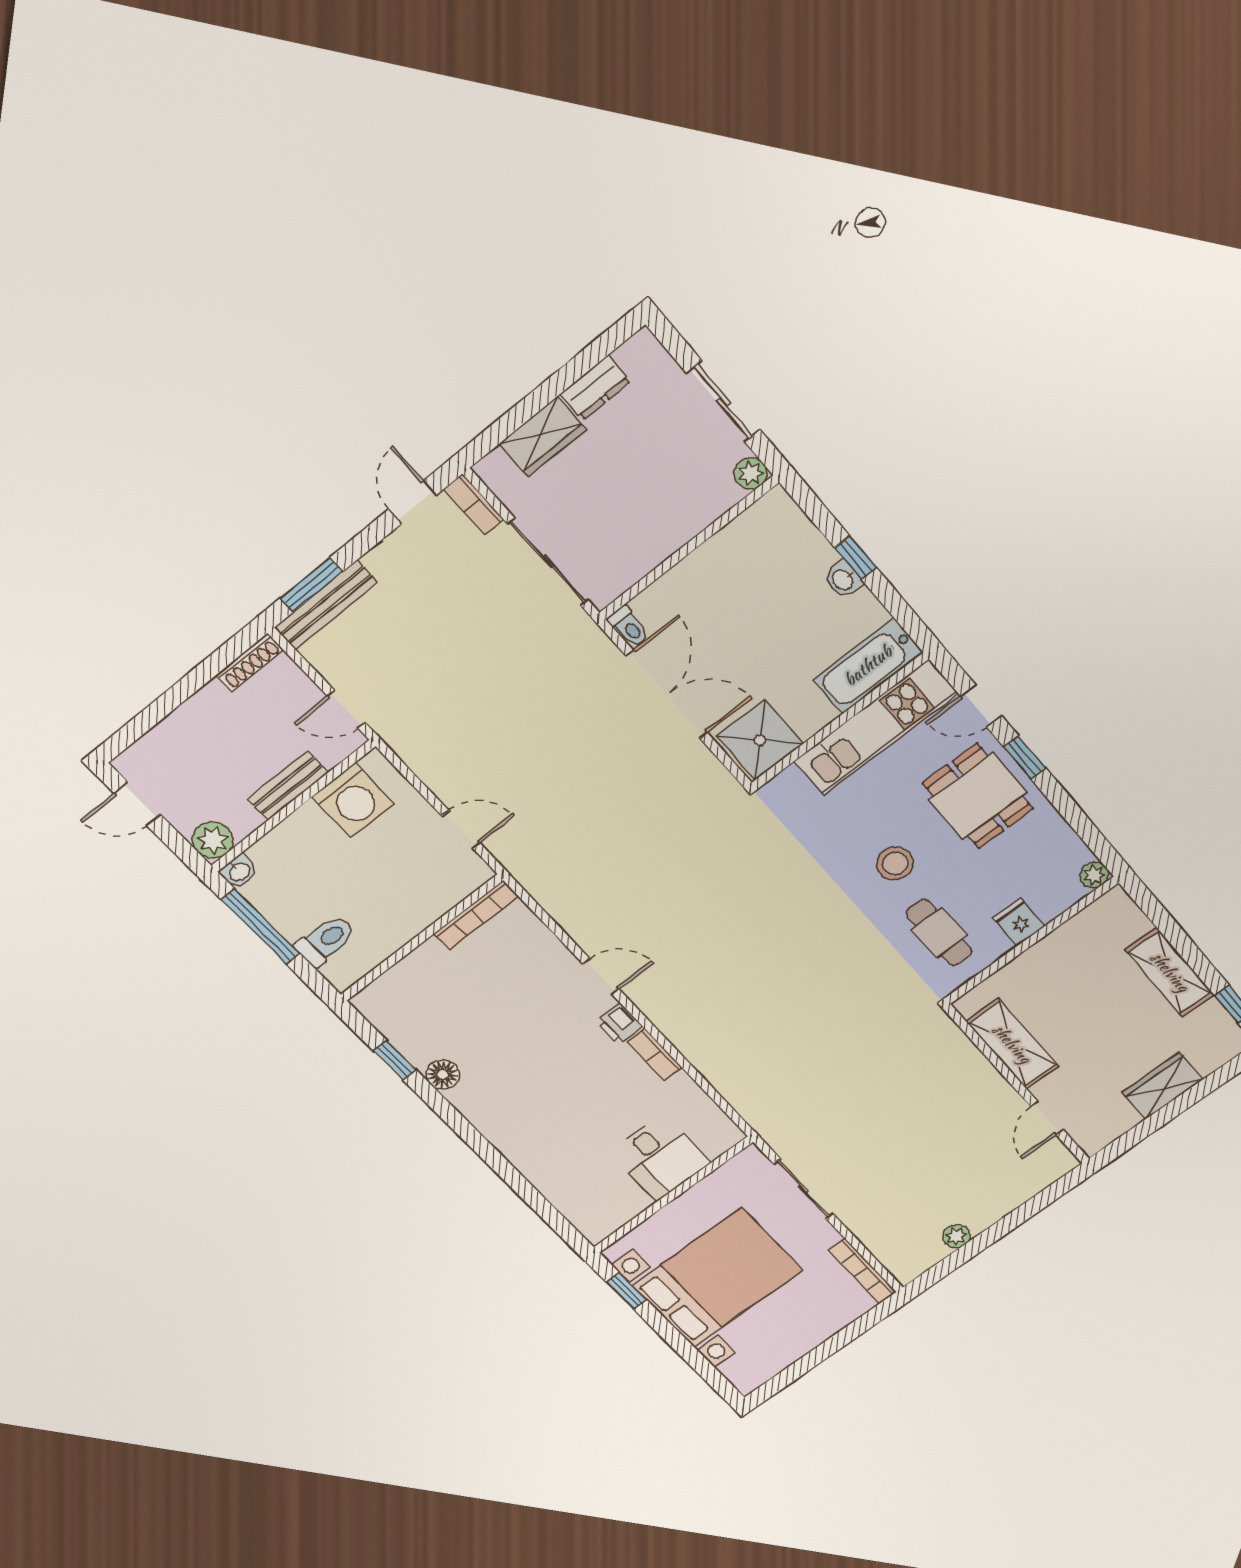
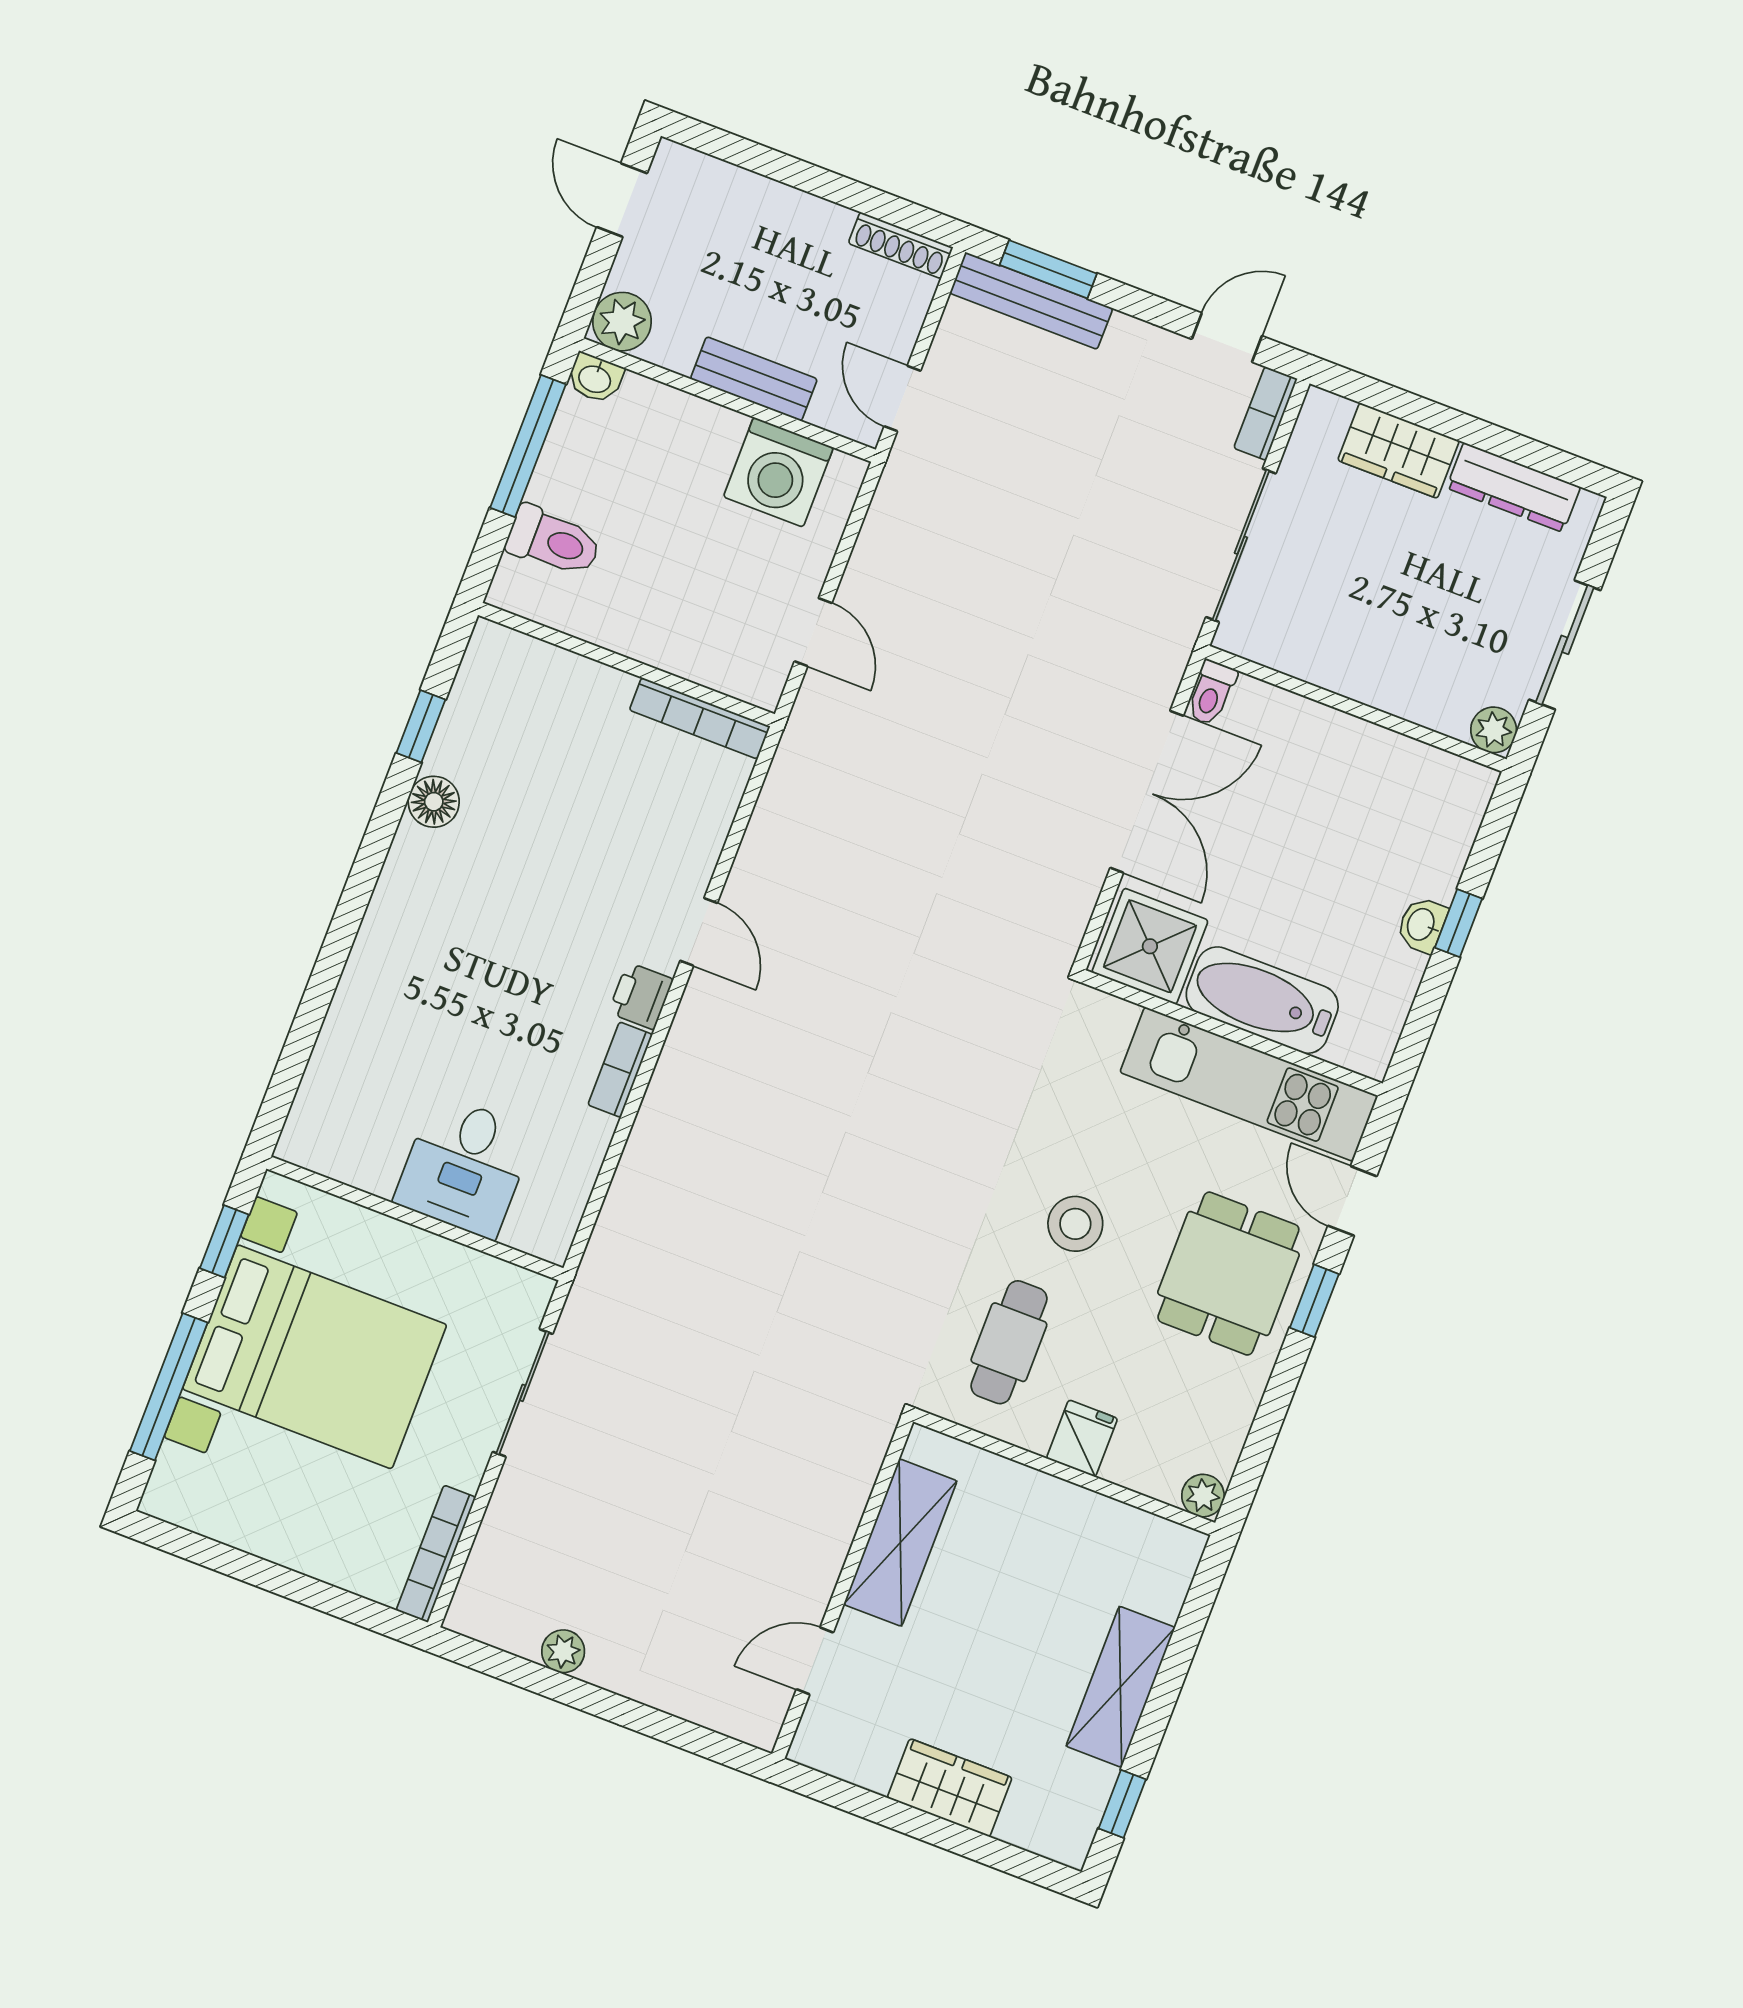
dresser: (595, 388) -> (1513, 487), width x1.44
bathtub: (868, 666) -> (1262, 1000), moved
window: (688, 1352) -> (169, 1387), added

